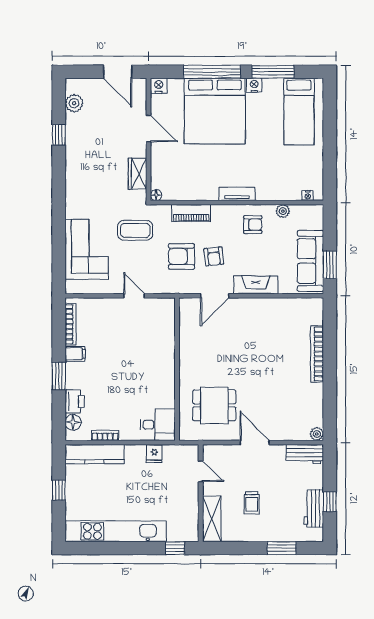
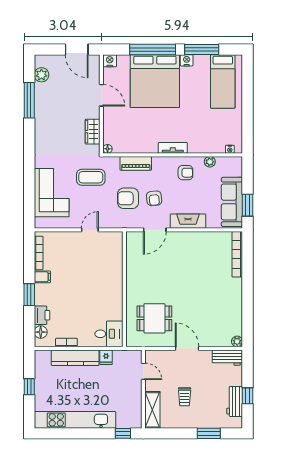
window: (59, 135) -> (29, 100), width x2.17
door: (134, 296) -> (90, 230), hinge flipped
bookcase: (317, 354) -> (237, 254), moved
kitchen counter: (95, 454) -> (75, 358), moved

